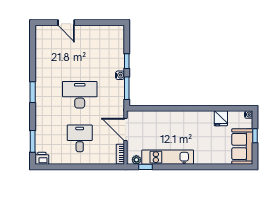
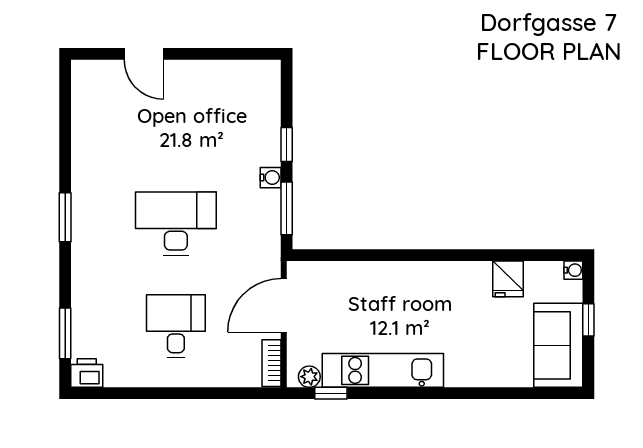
door: (126, 130) -> (284, 305), hinge flipped

